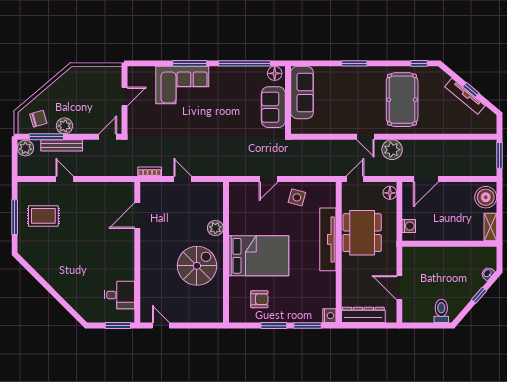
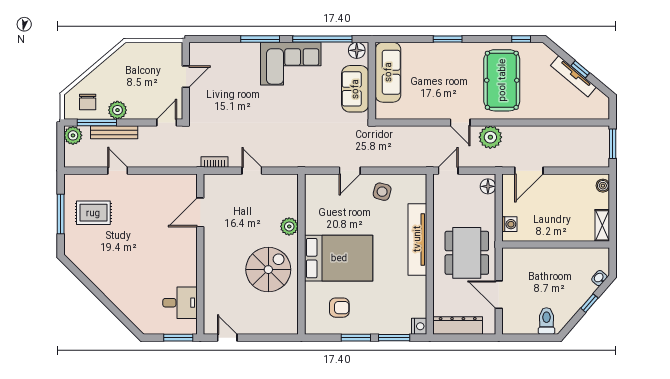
corner sofa: (182, 85) -> (291, 64), moved
chair: (38, 119) -> (88, 102), turned 106
boiler: (486, 197) -> (603, 186), width x0.54, depth x0.54
dining table: (362, 233) -> (467, 253), moved

